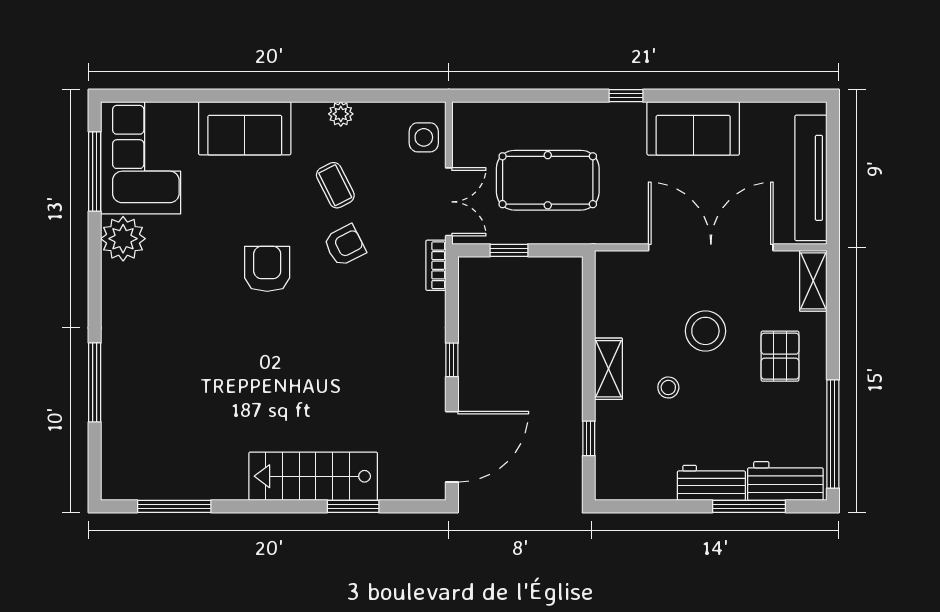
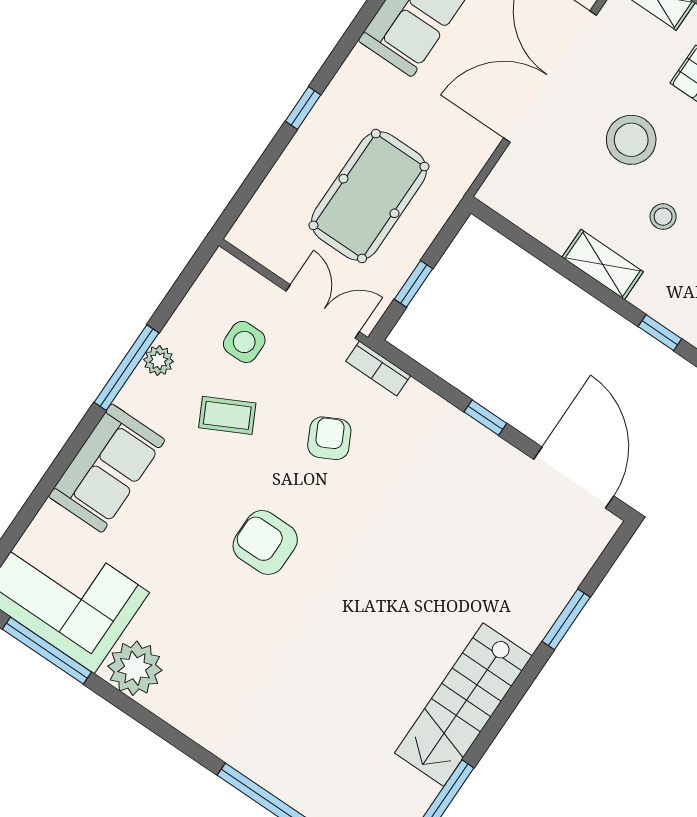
window: (321, 96) -> (127, 368), added
window: (626, 96) -> (303, 108), moved
side table: (424, 137) -> (244, 342), moved
armchair: (345, 245) -> (329, 438), moved
stairs: (313, 476) -> (463, 705), moved

